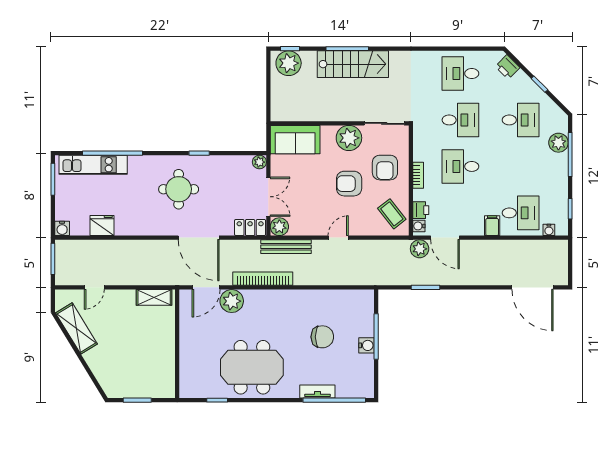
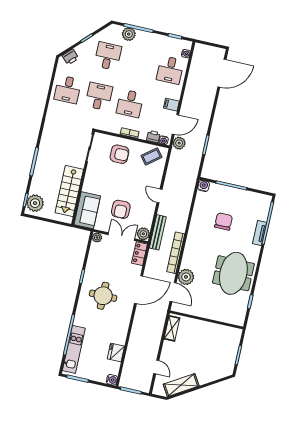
stairs: (353, 64) -> (69, 191), moved, turned 180
plant: (349, 138) -> (94, 174), removed
armchair: (349, 184) -> (121, 209), moved
desk: (521, 213) -> (170, 70), turned 180
filing cabinet: (492, 226) -> (171, 105), moved
water cooler: (366, 345) -> (204, 186), moved

